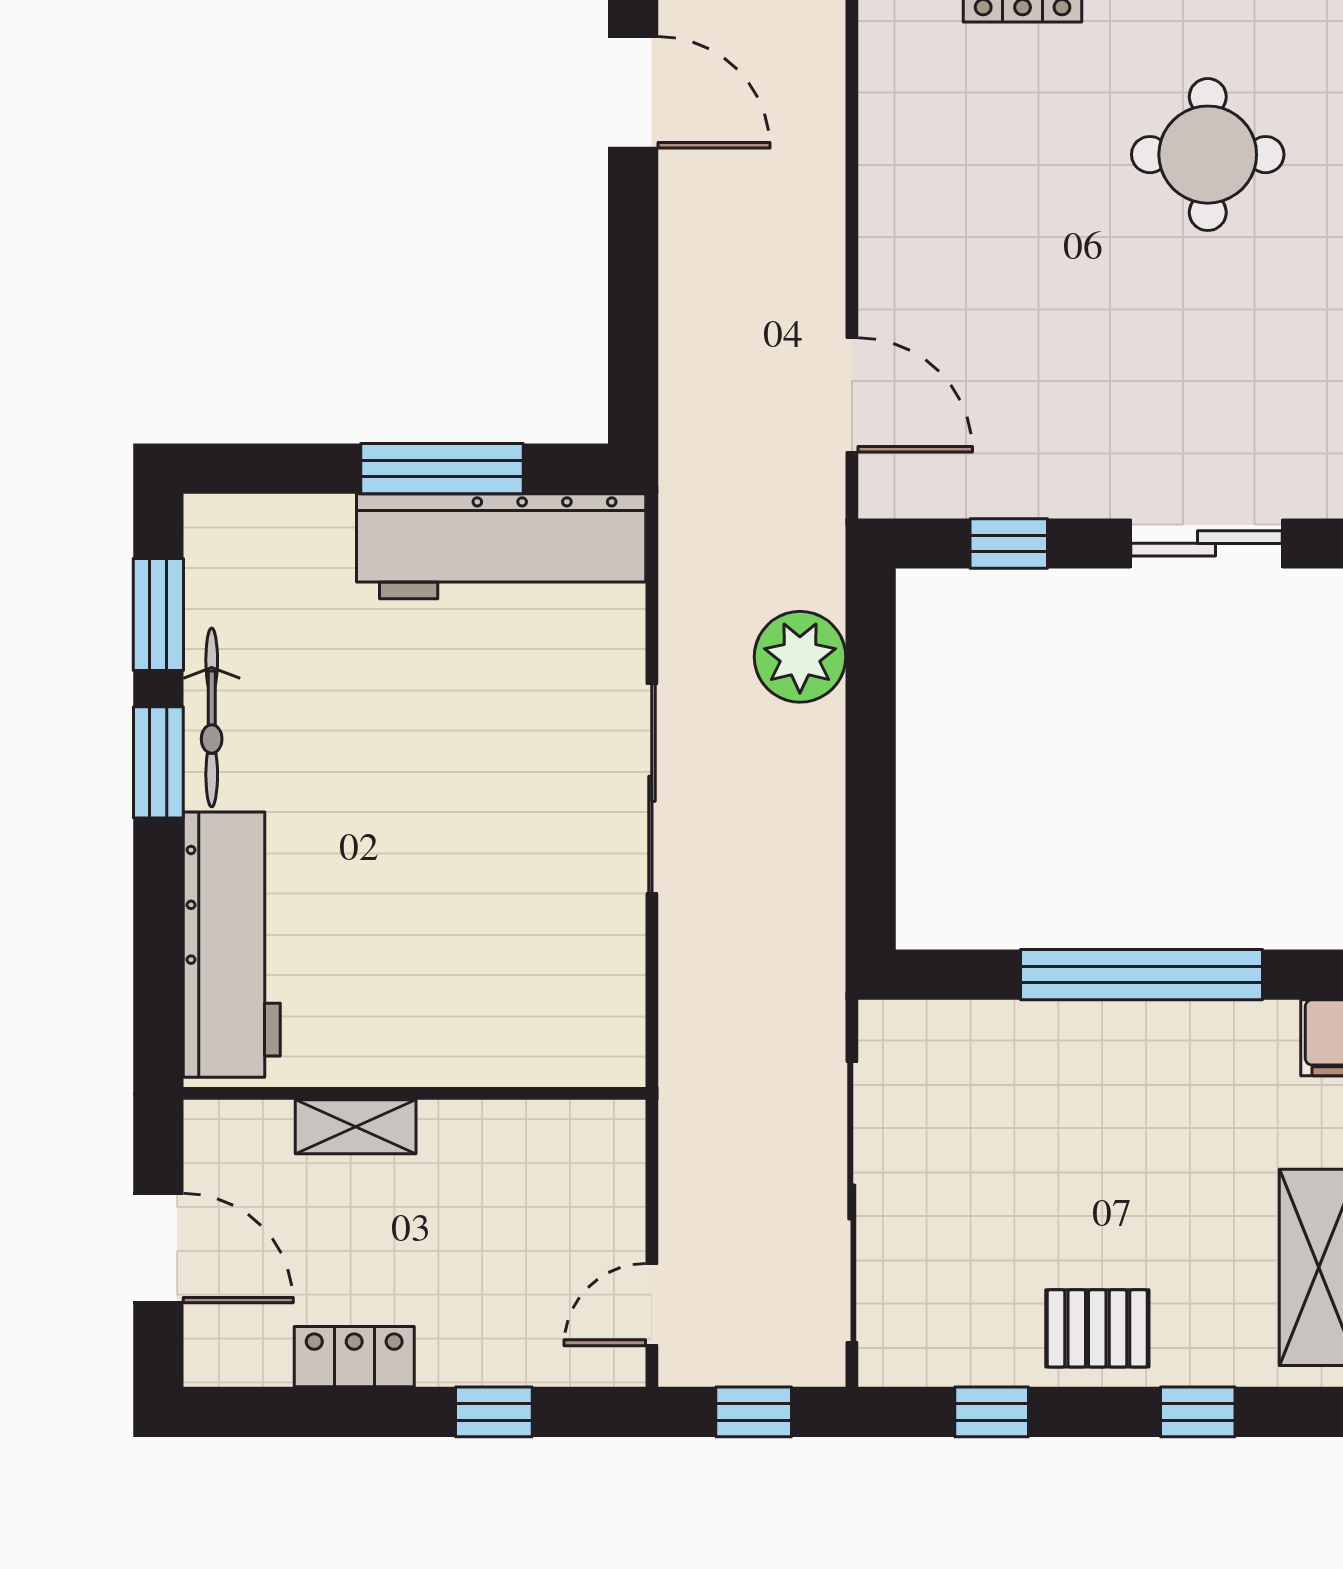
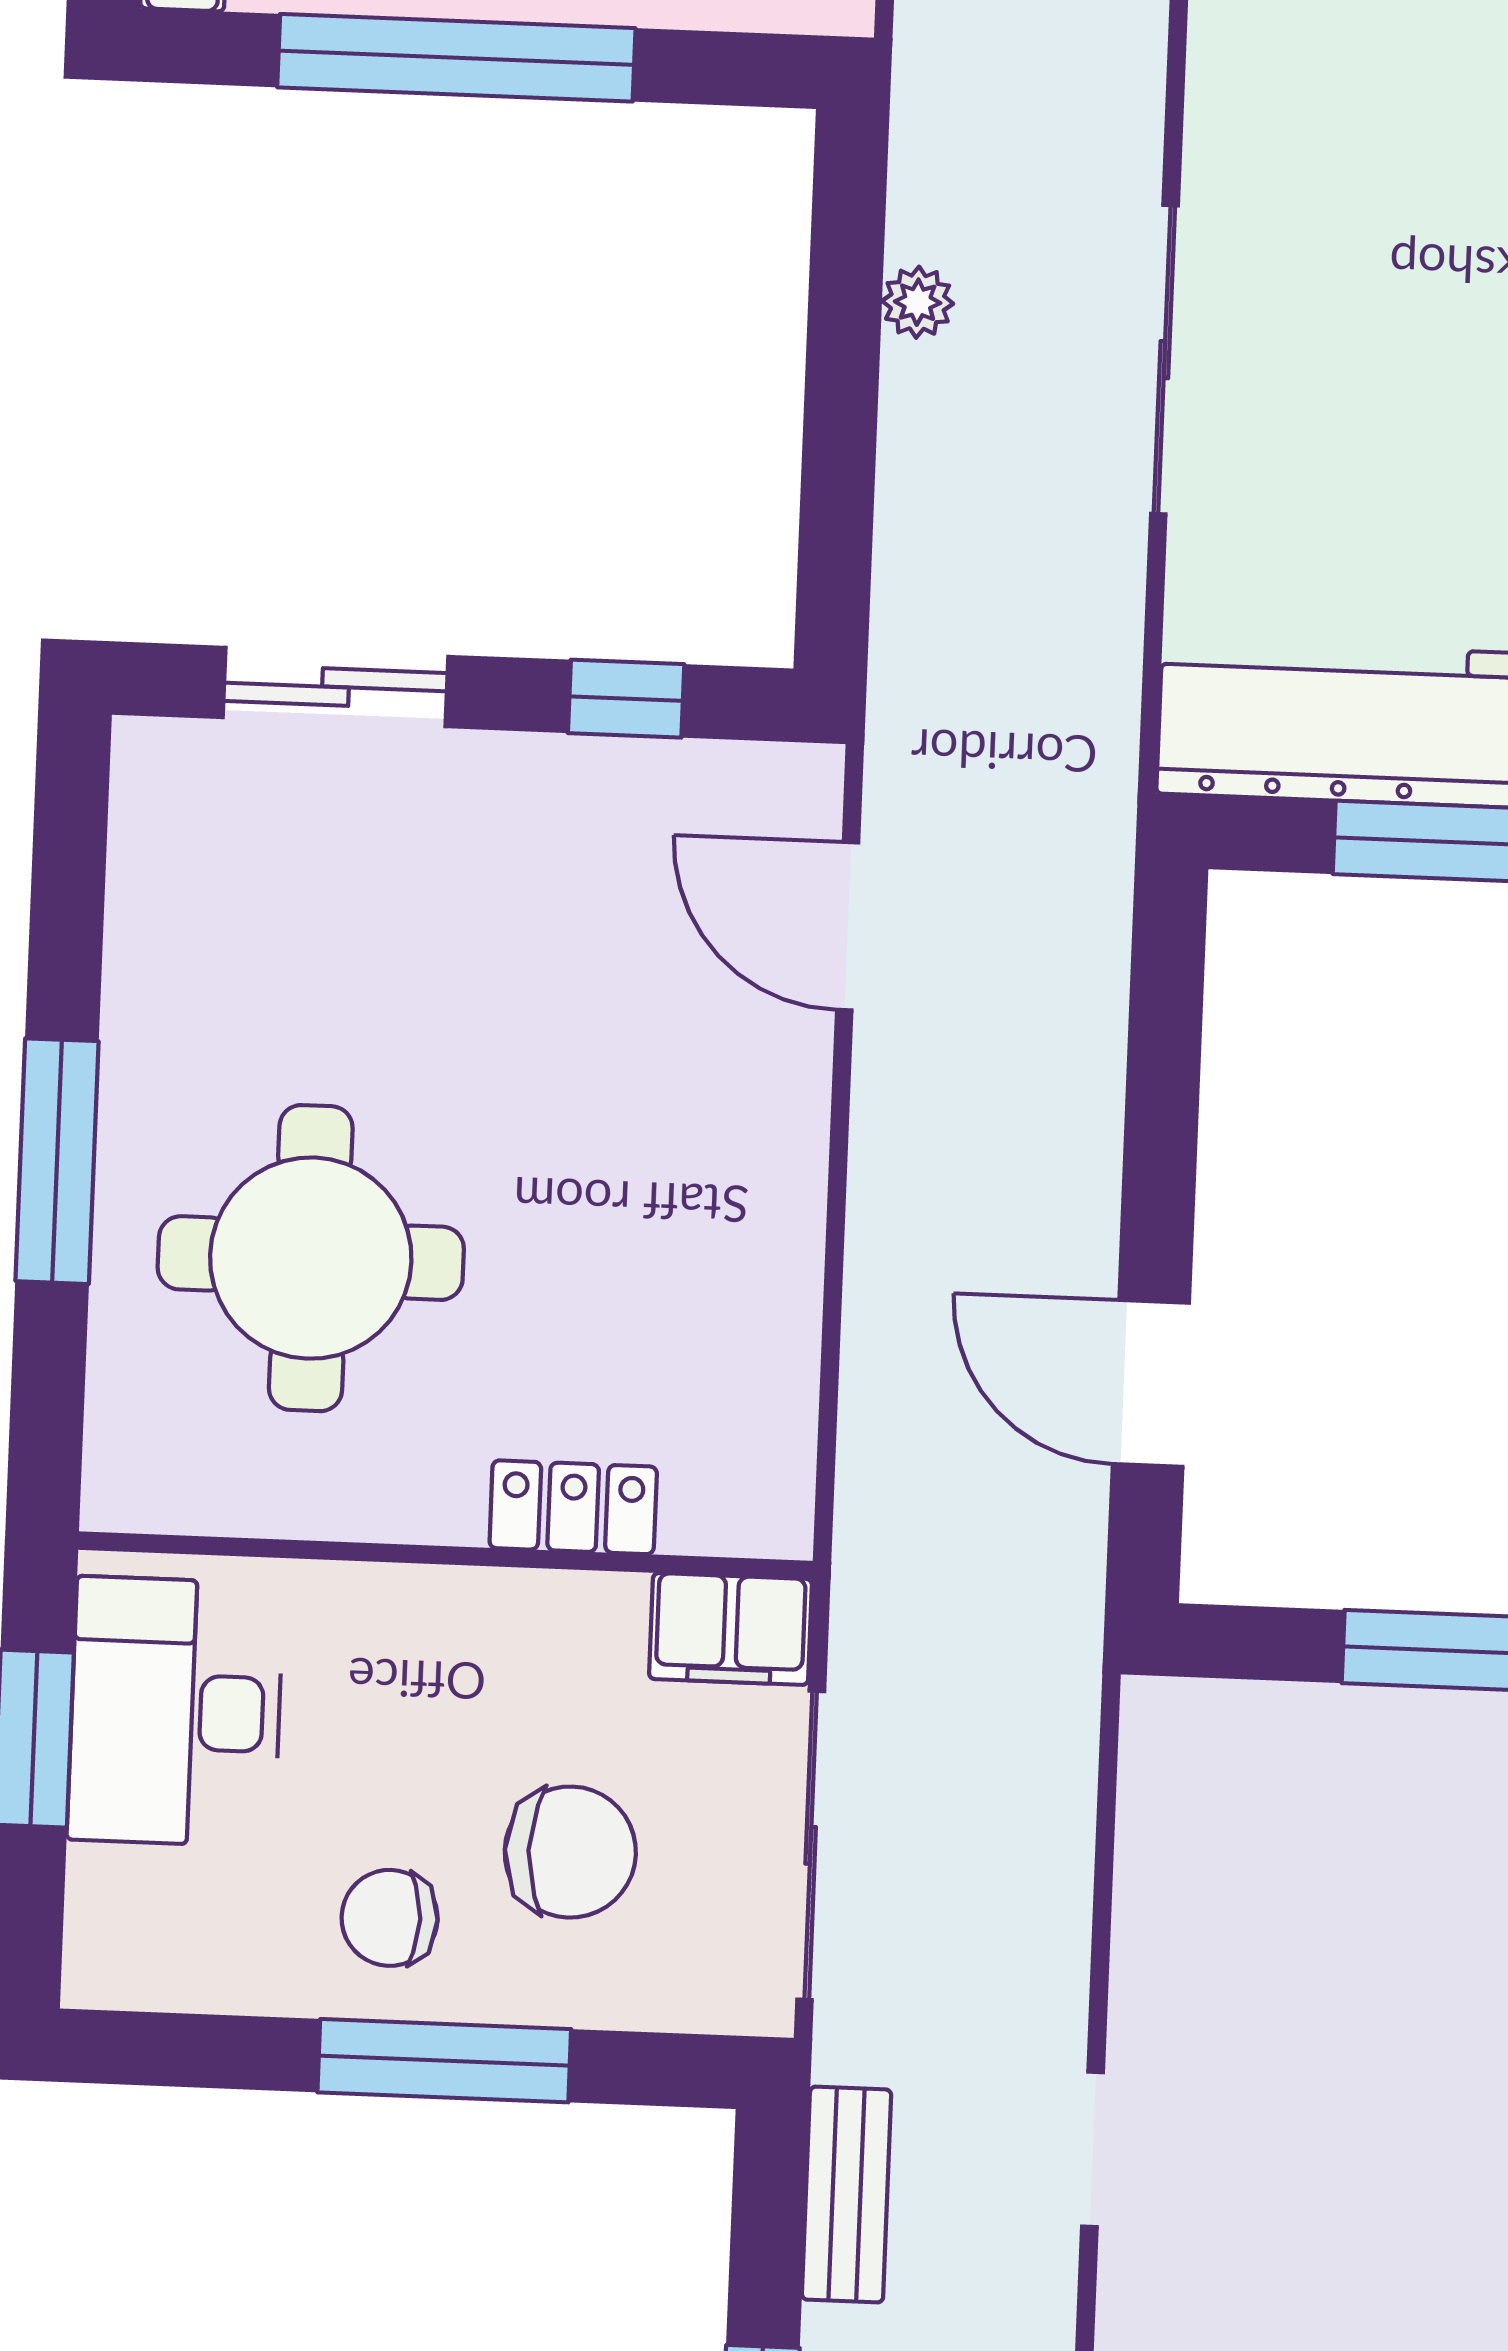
round table: (1208, 155) -> (311, 1258), width x1.36, depth x1.36
plant: (800, 657) -> (918, 302), moved, width x0.53, depth x0.53

